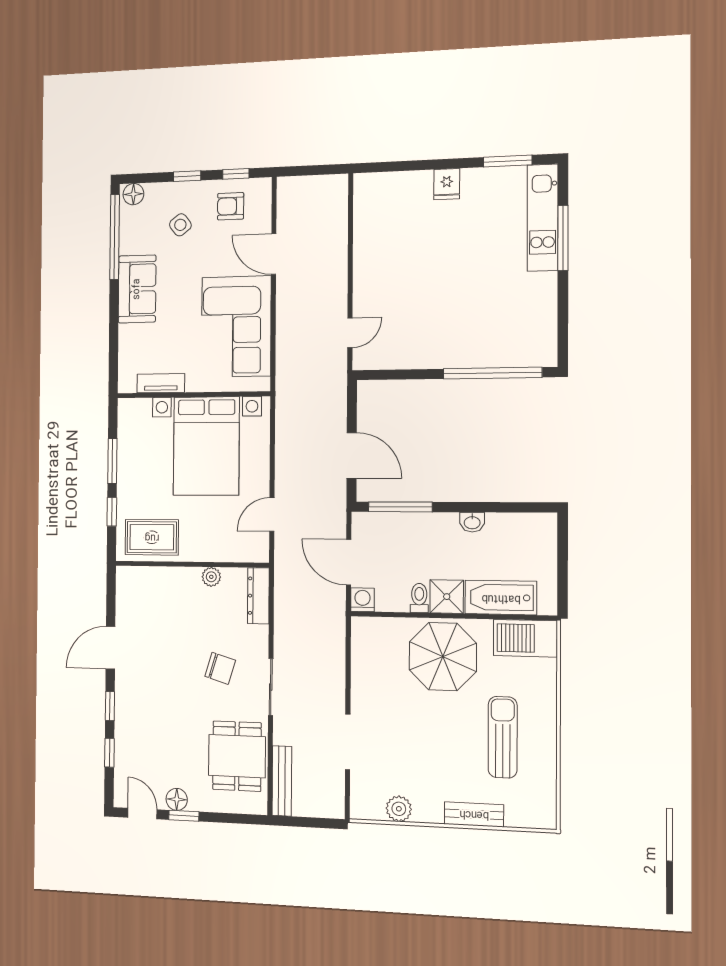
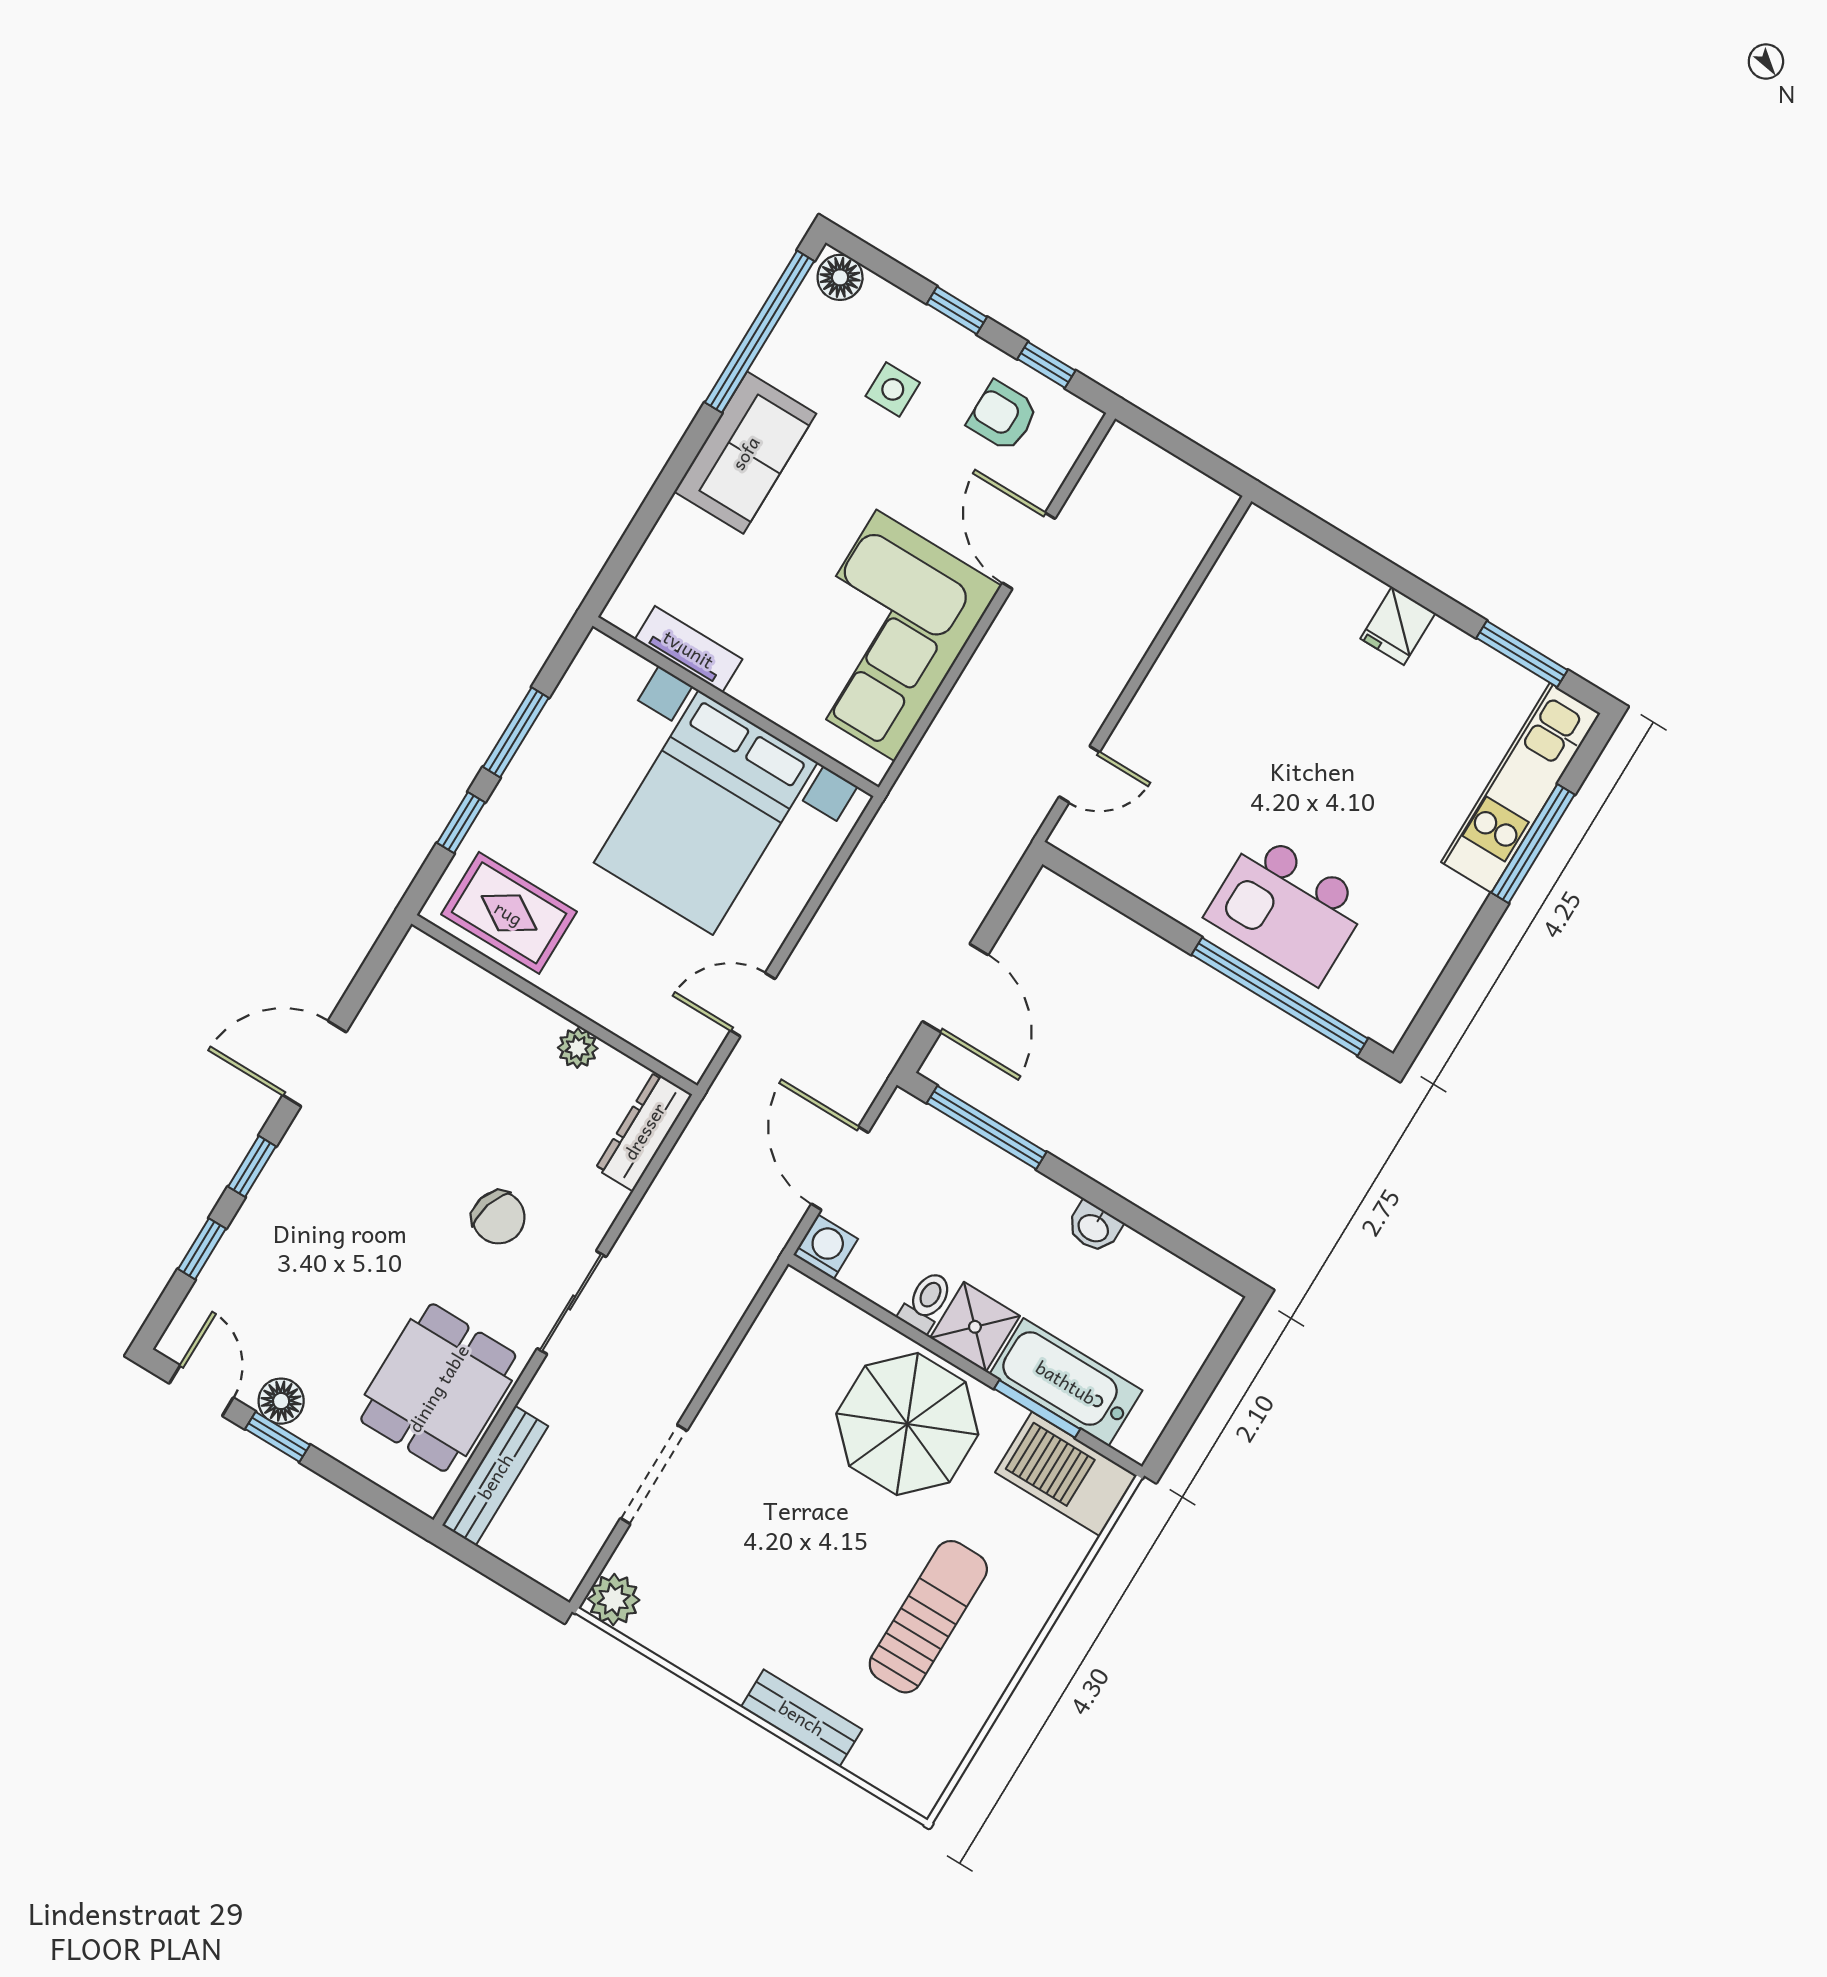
side table: (180, 225) -> (893, 389), turned 38
kitchen island: (473, 333) -> (1287, 908), added
window: (495, 617) -> (1037, 1409), added
plant: (399, 809) -> (614, 1600), moved

